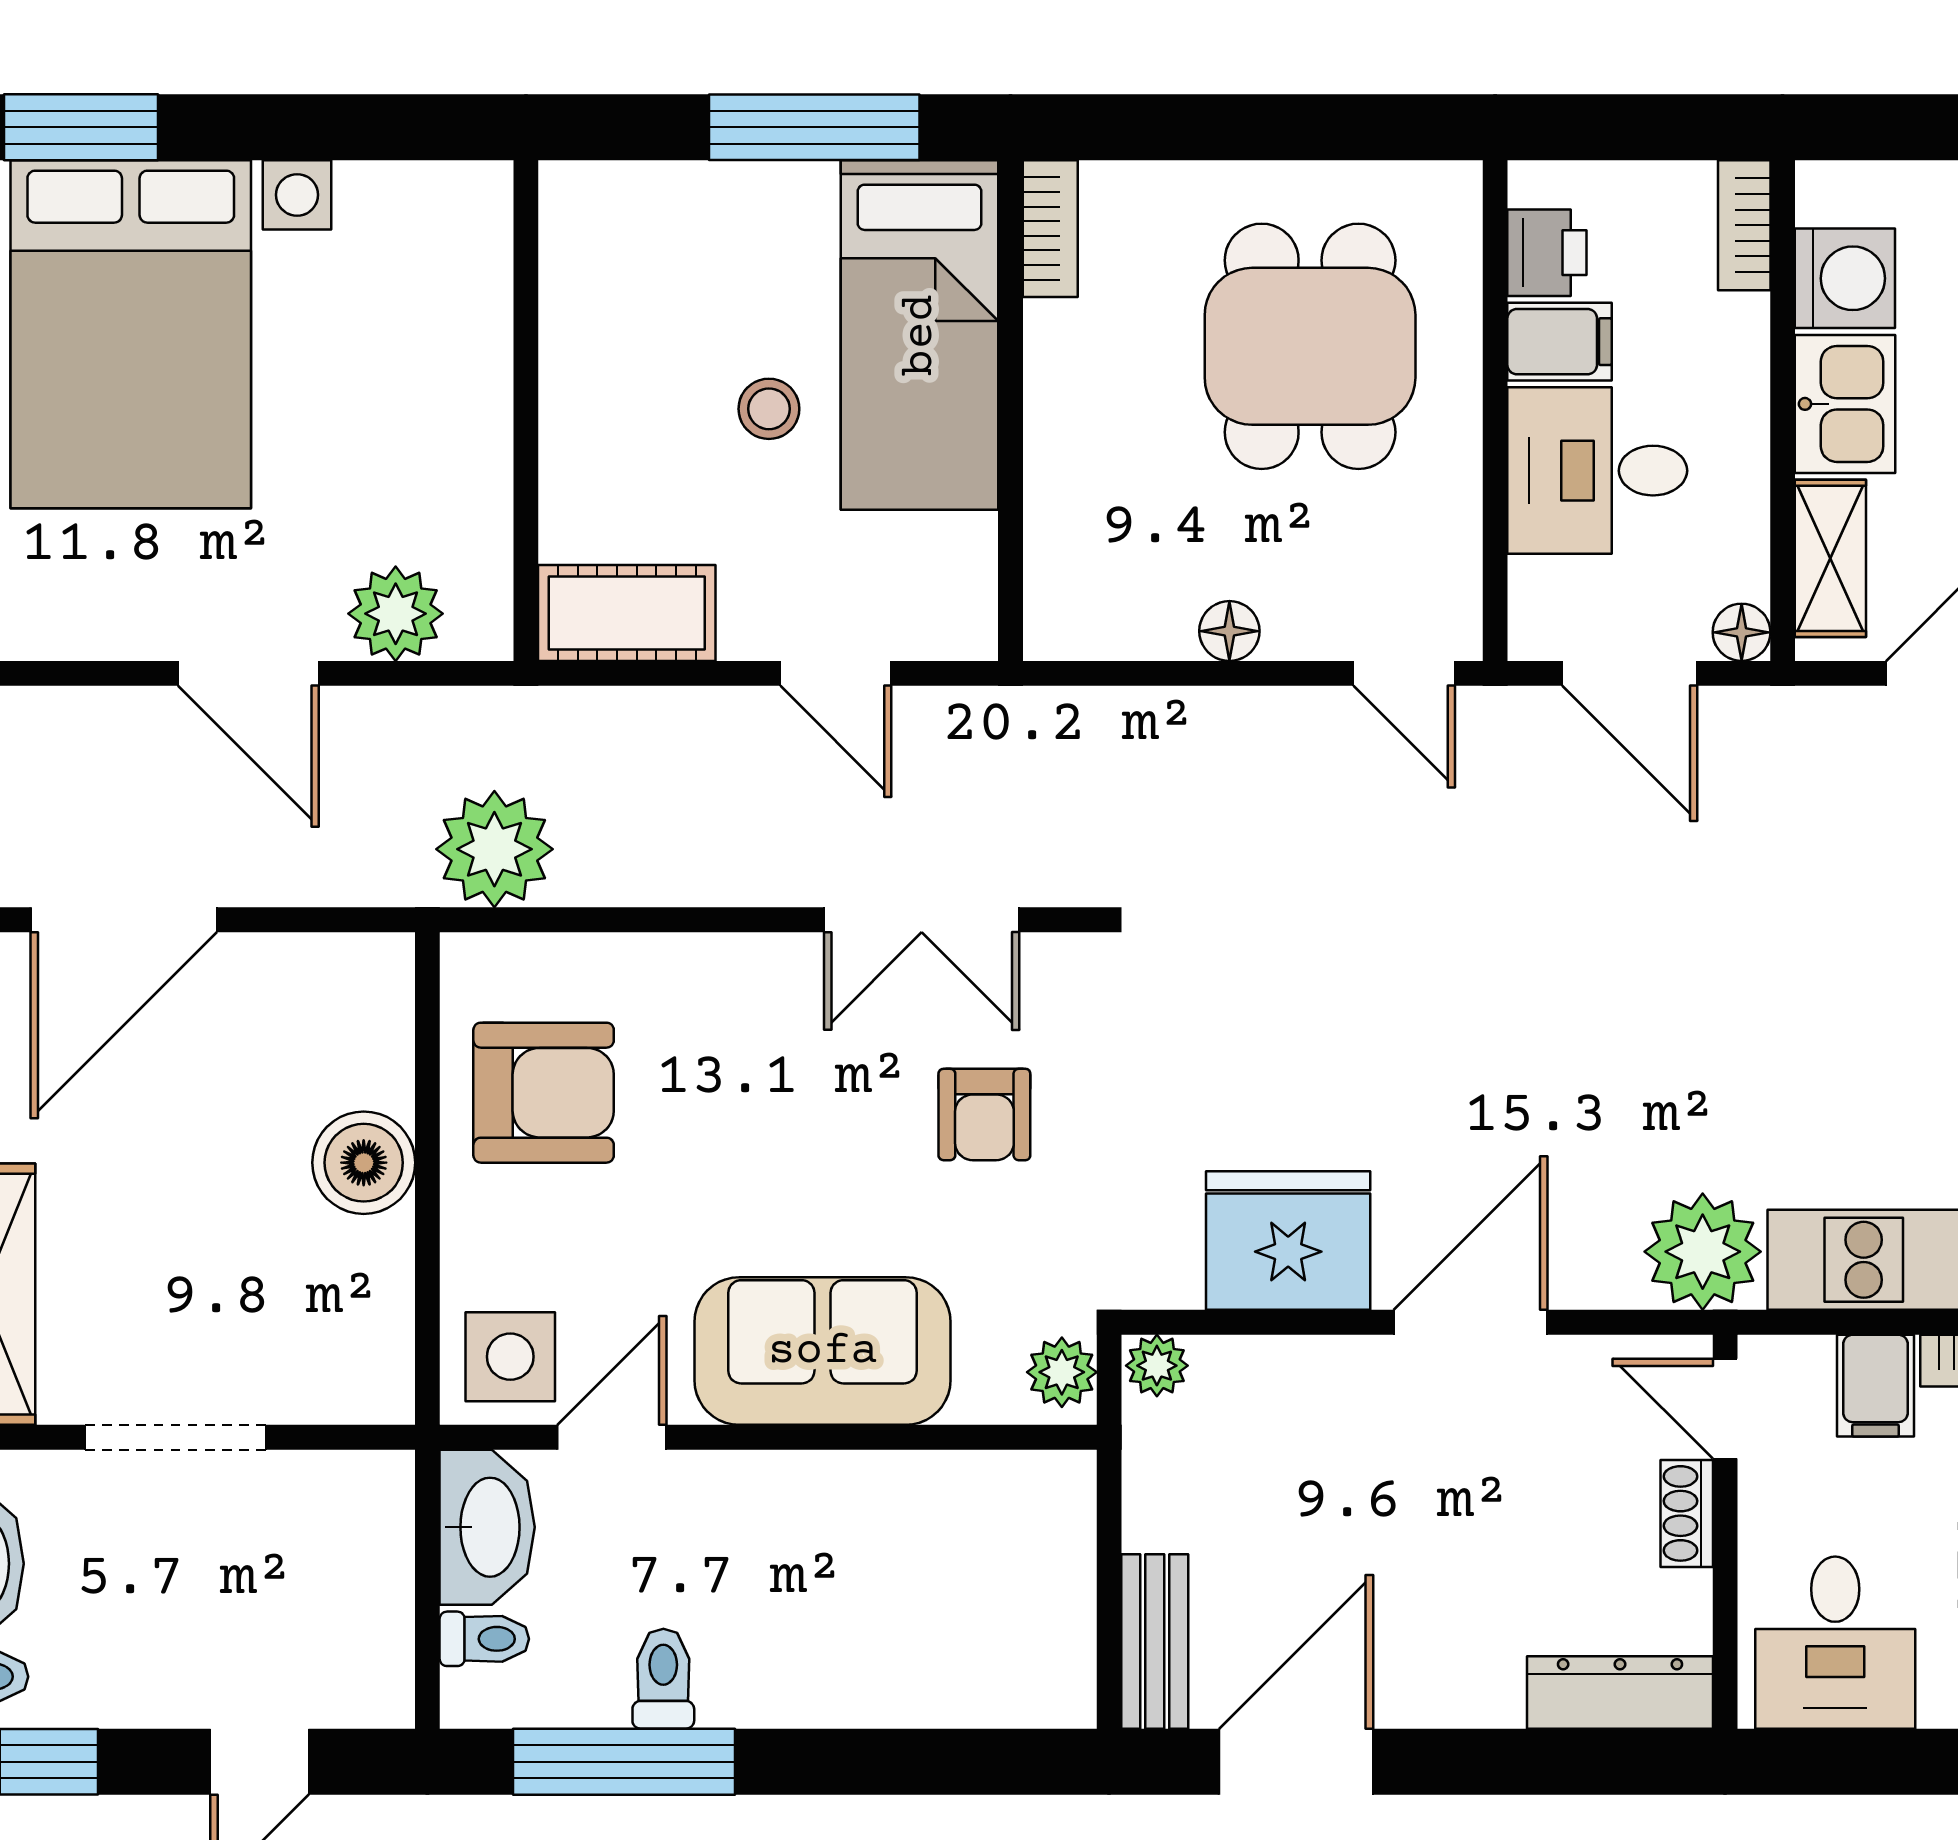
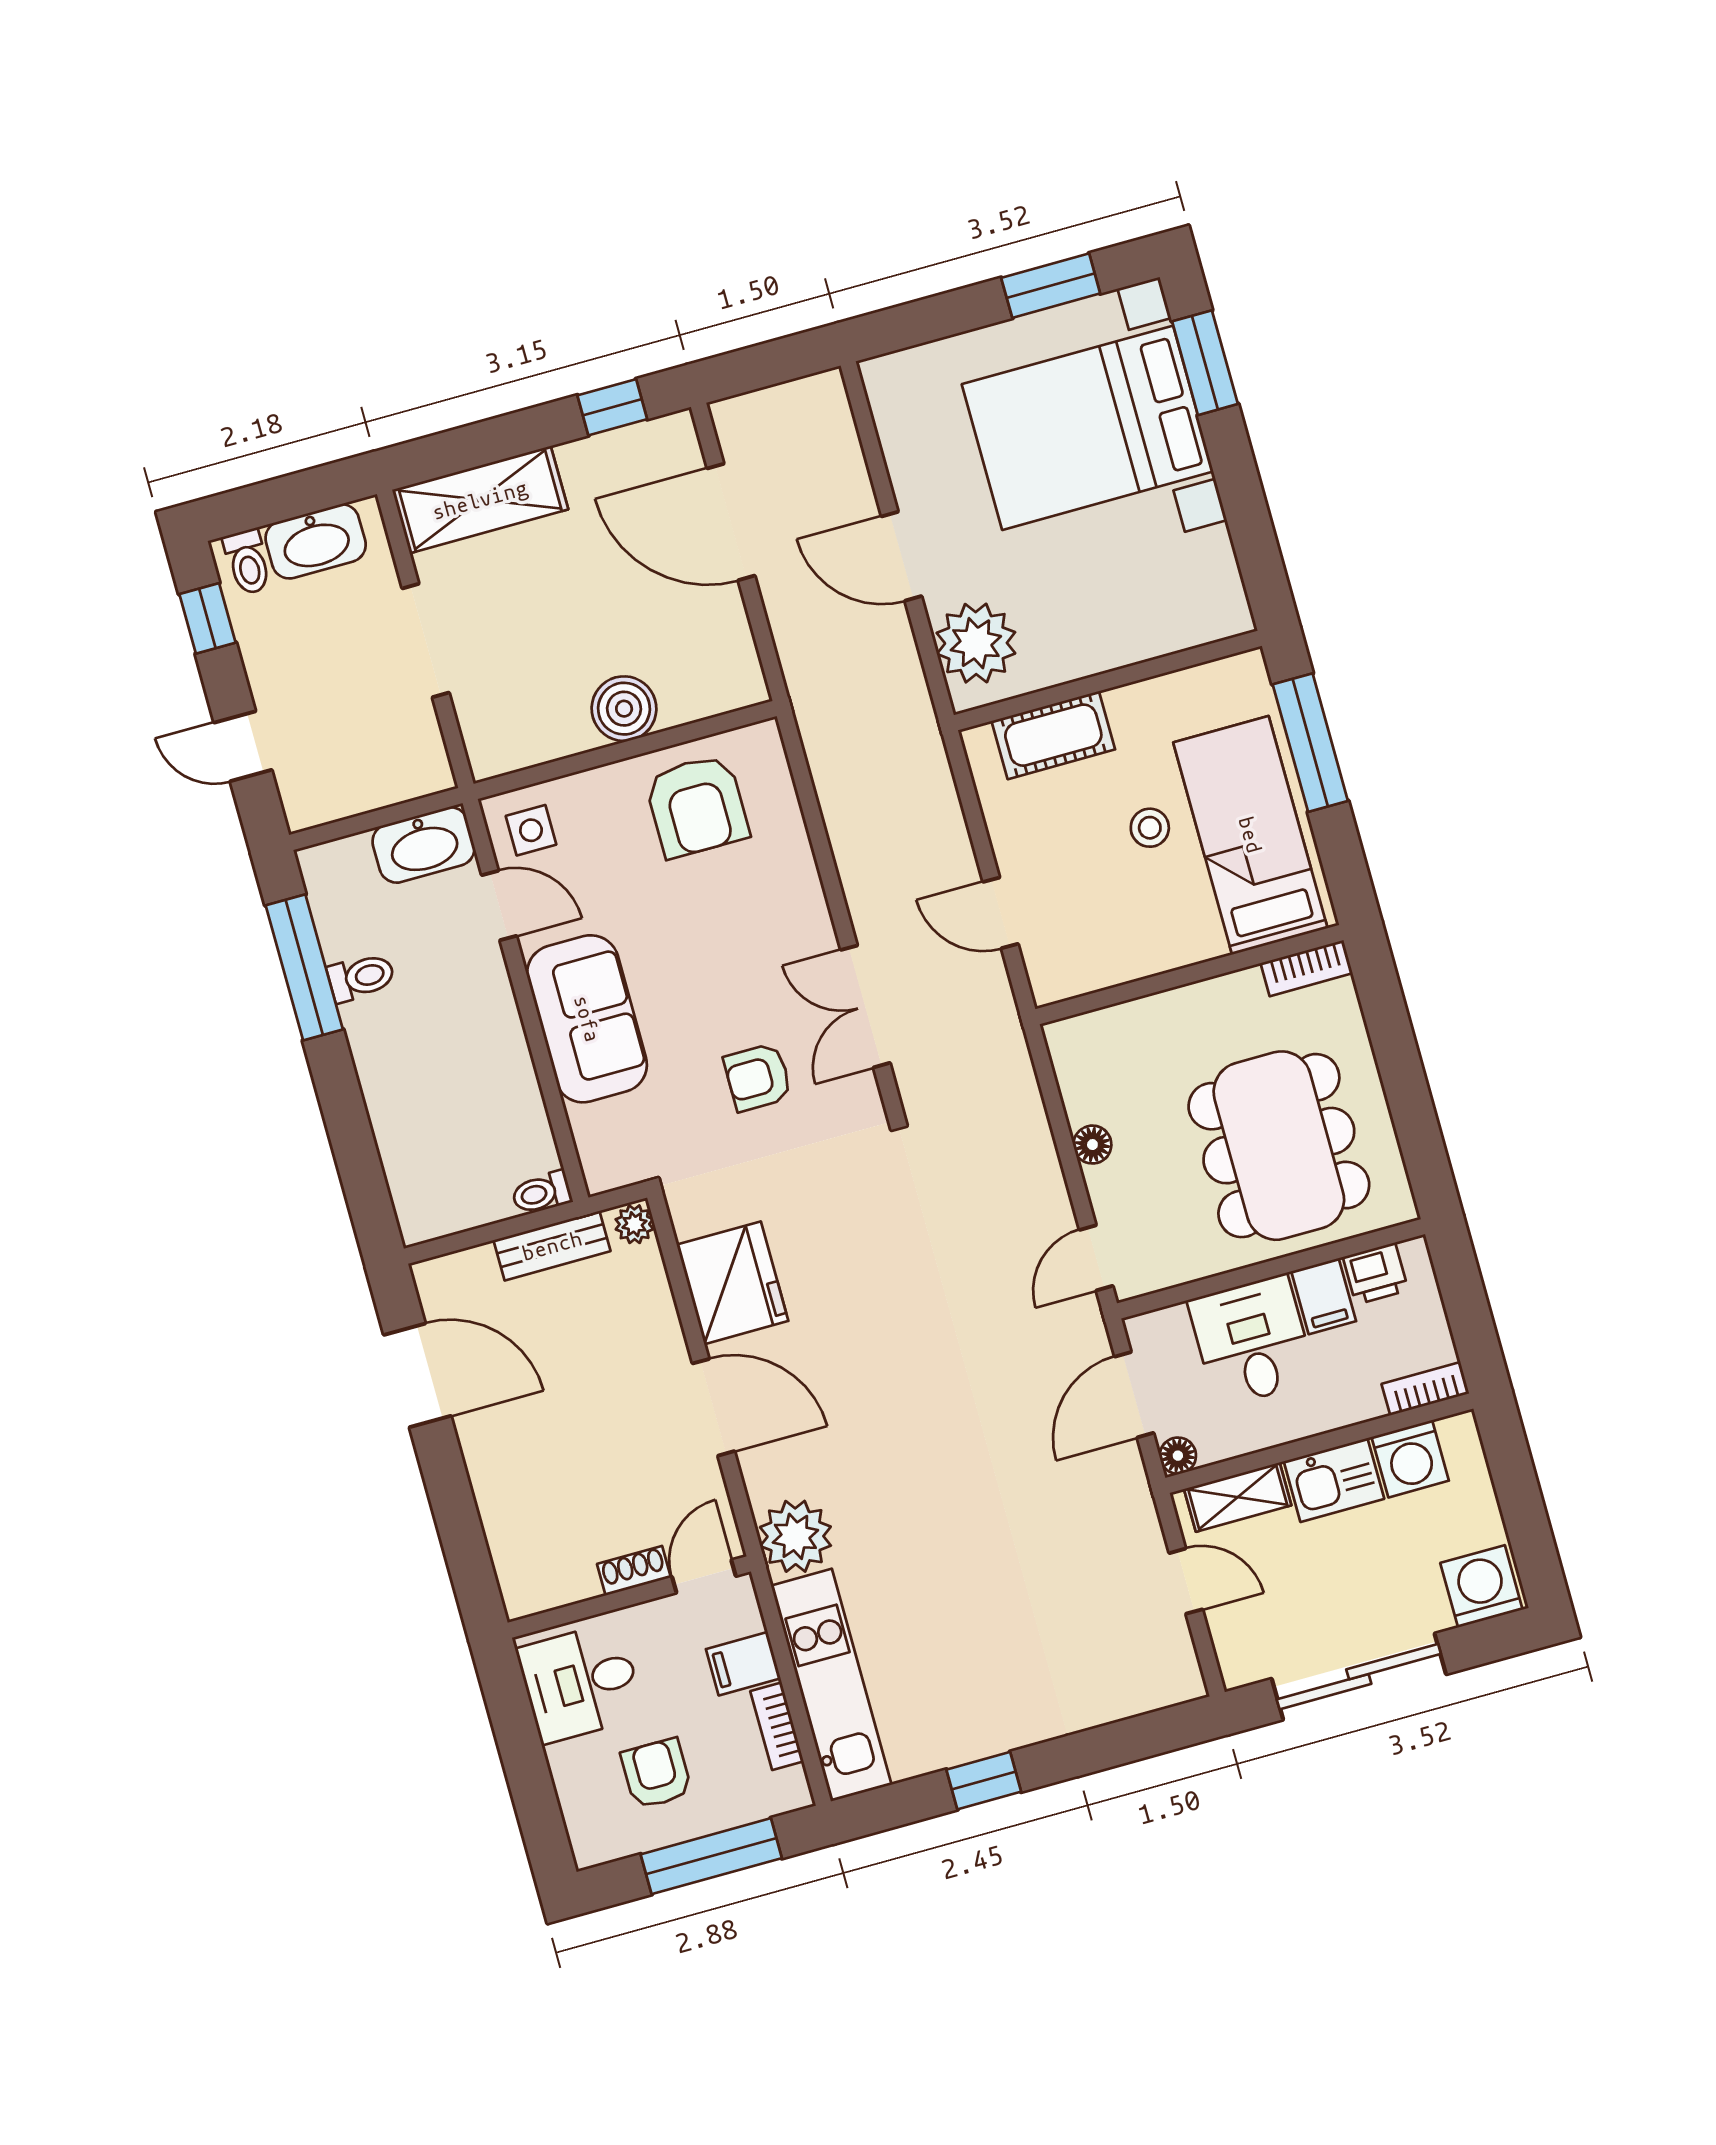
window: (814, 127) -> (1310, 743), moved
bed: (920, 335) -> (1250, 835), moved, turned 90
dining table: (1310, 346) -> (1279, 1146), width x1.38
cot: (627, 613) -> (1053, 735), moved, turned 90
plant: (396, 614) -> (976, 643), width x1.36, depth x1.36
door: (248, 673) -> (902, 556), hinge flipped
door: (836, 673) -> (1000, 913), hinge flipped
plant: (494, 849) -> (836, 735), removed
side table: (510, 1357) -> (531, 830), width x0.73, depth x0.73
plant: (1062, 1372) -> (614, 1168), removed
toilet: (484, 1639) -> (542, 1193), moved, turned 90
bench: (1155, 1641) -> (552, 1246), moved
dresser: (1620, 1693) -> (514, 1560), removed

